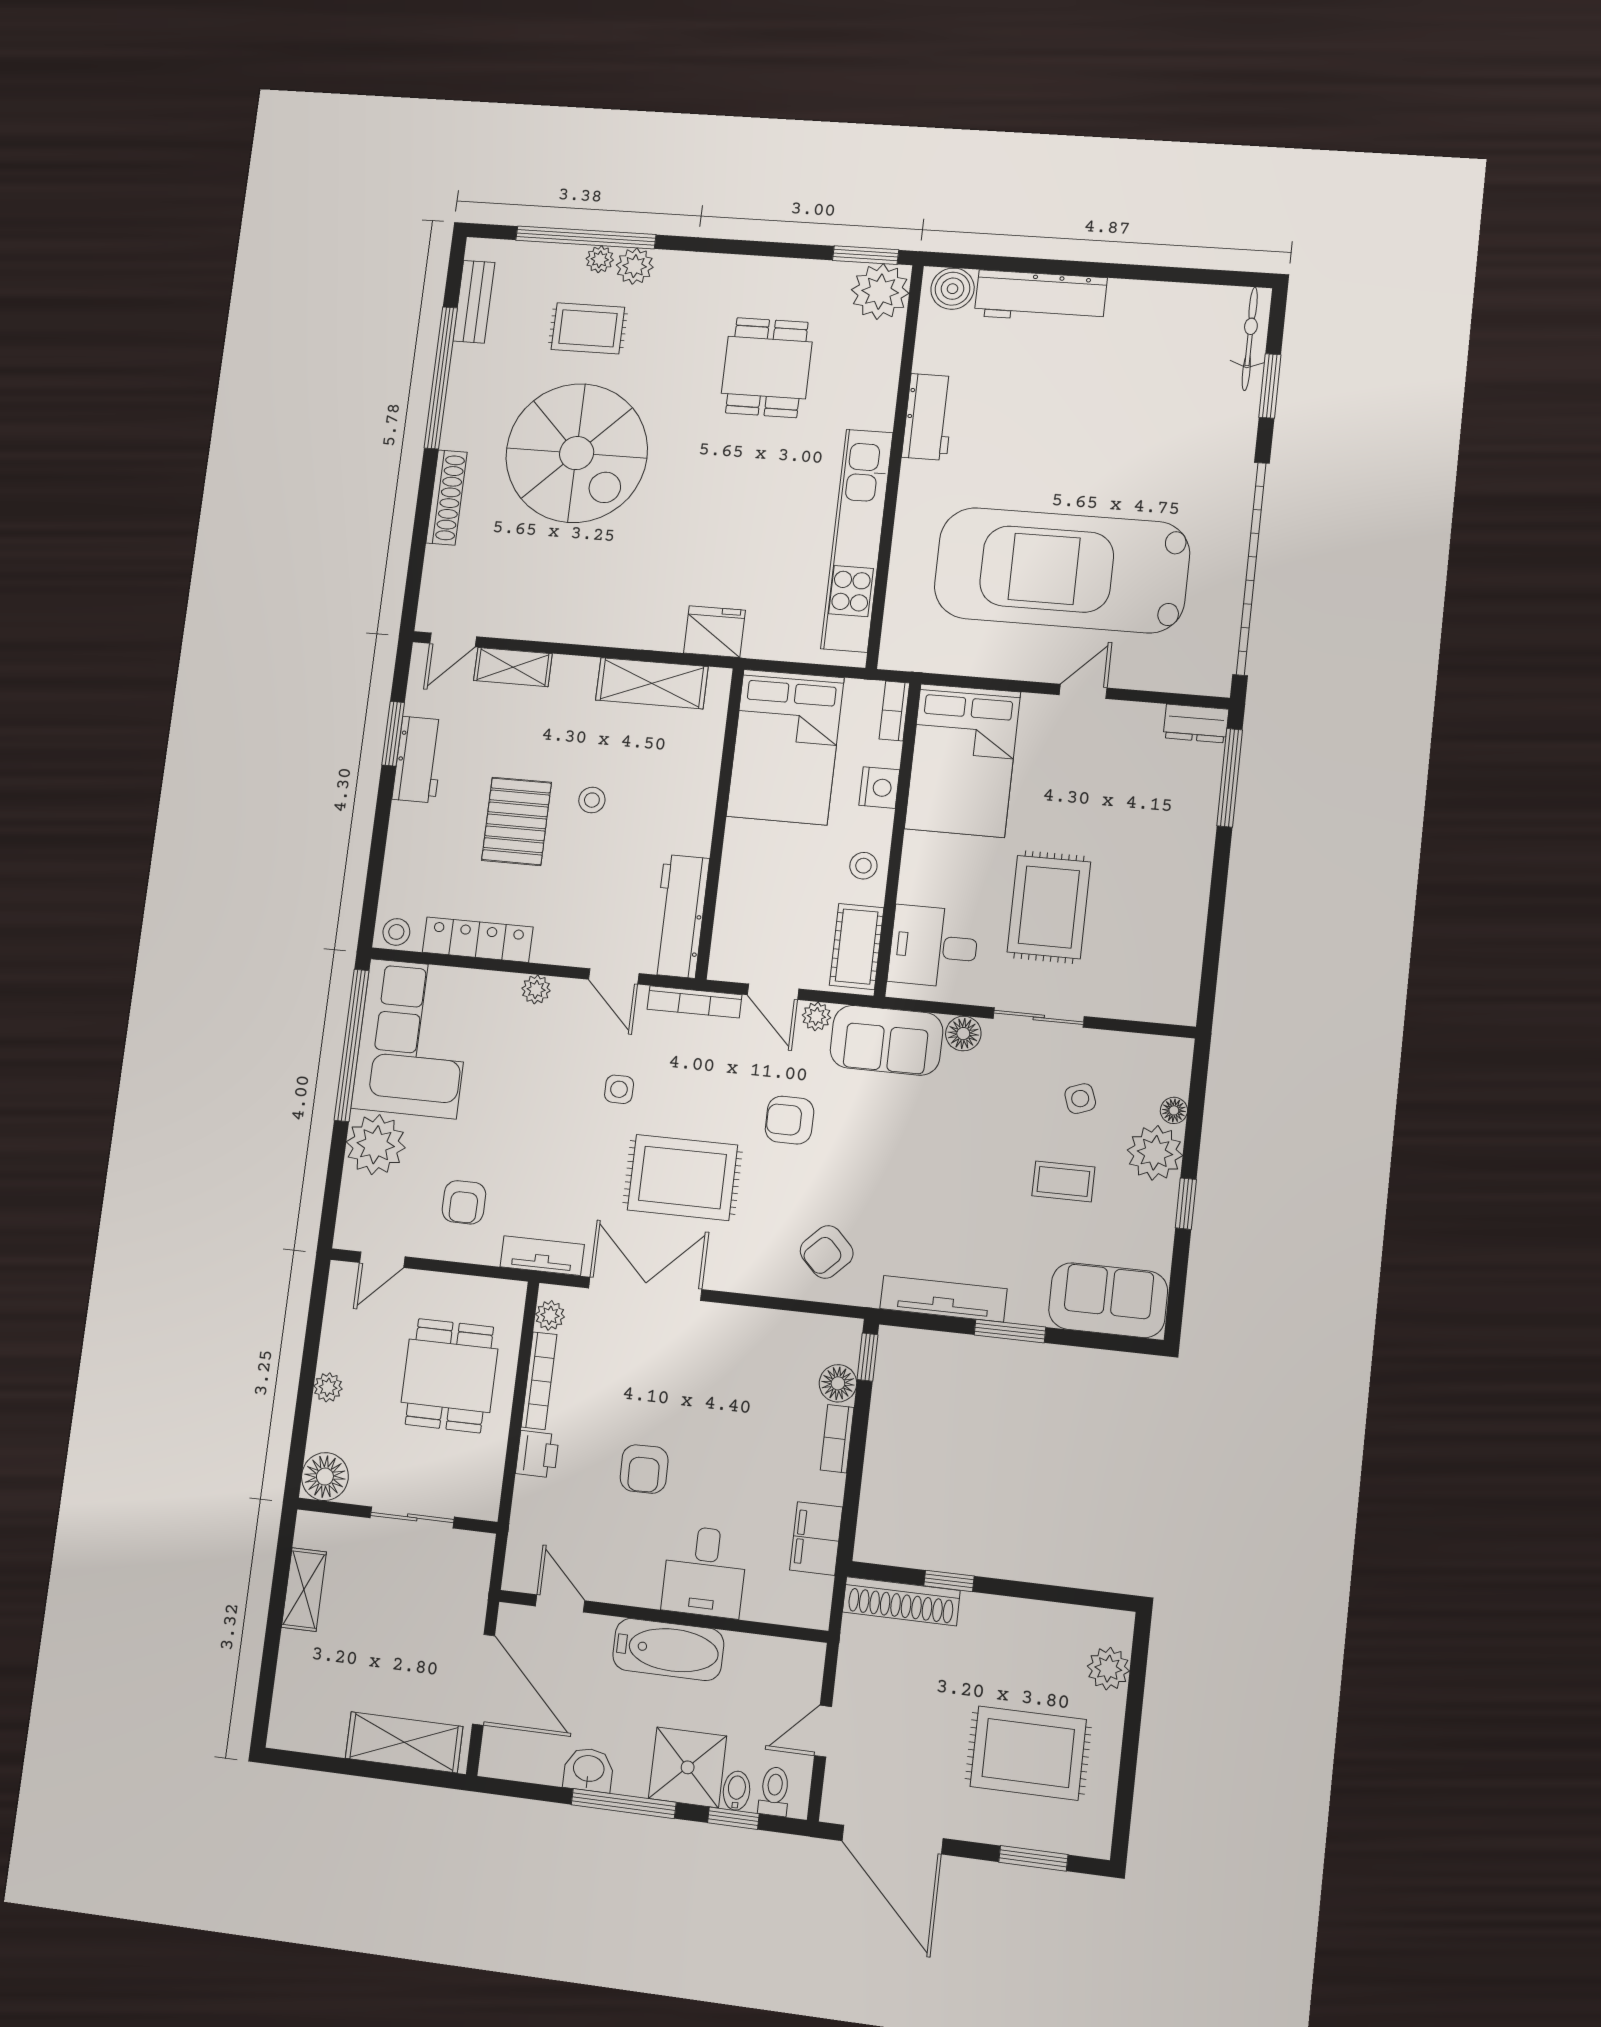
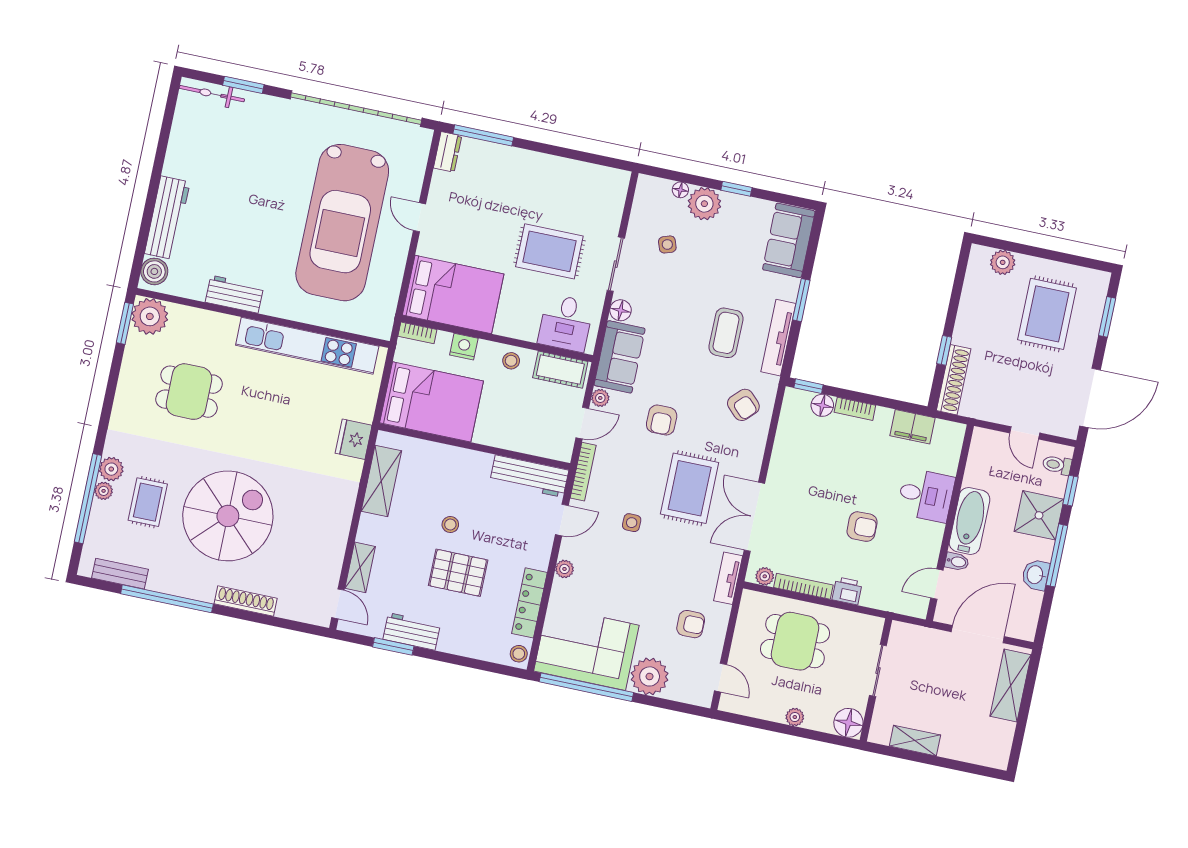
coffee table: (1063, 1181) -> (726, 333), moved, width x1.36, depth x1.30
bidet: (737, 1791) -> (957, 562), moved, turned 180

